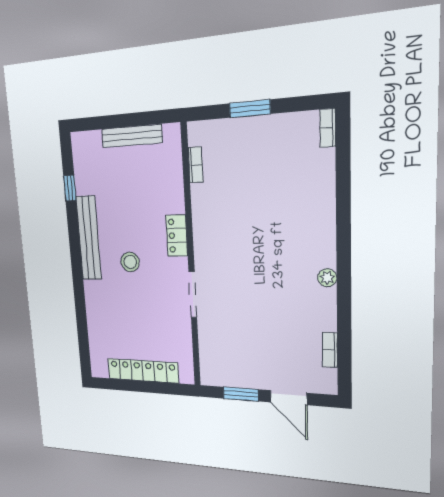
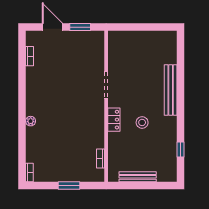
bench: (89, 238) -> (171, 90), moved
stool: (130, 262) -> (142, 122), moved
plant: (327, 278) -> (31, 121), moved
locker: (143, 371) -> (141, 37), removed

